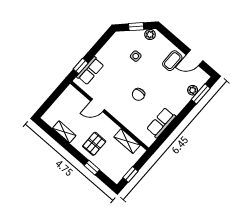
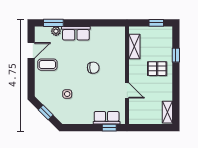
plant: (150, 35) -> (42, 97), removed
door: (194, 58) -> (31, 50), hinge flipped
row of seats: (161, 123) -> (76, 33), moved
shelving: (64, 132) -> (167, 112), moved

